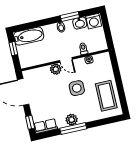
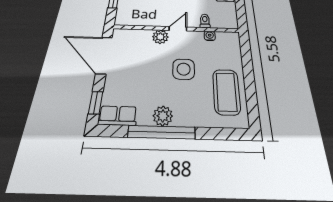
door: (66, 60) -> (178, 29), swing flipped
window: (73, 129) -> (161, 132), width x1.46

